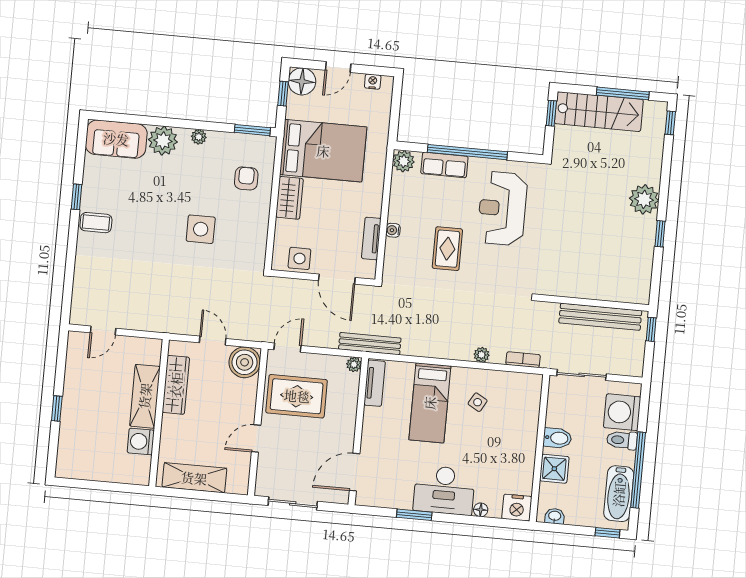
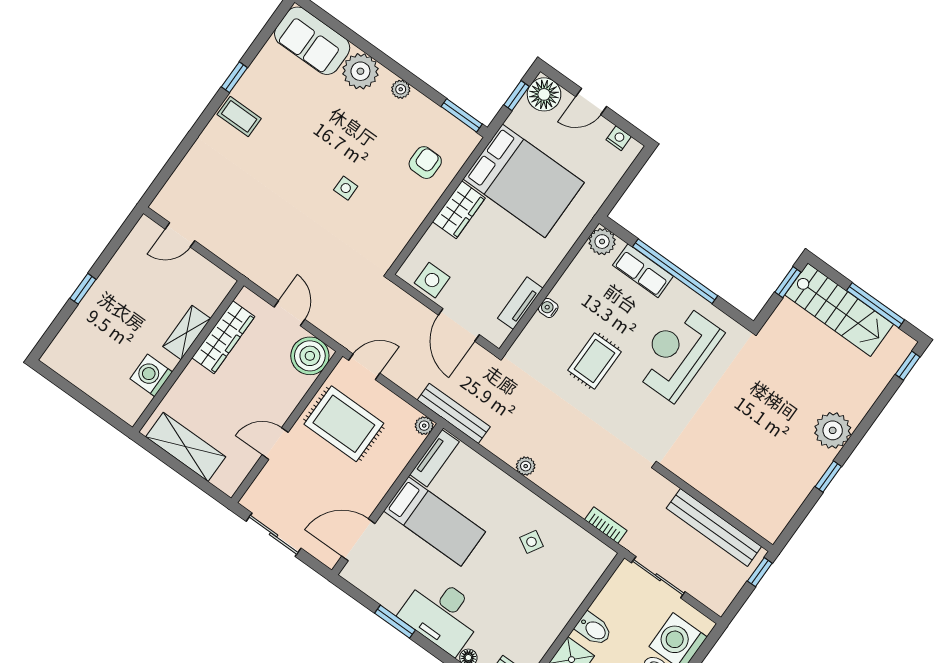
side table: (201, 229) -> (346, 188), width x0.54, depth x0.54
plant: (482, 355) -> (526, 466), moved
shelving: (145, 396) -> (187, 333), width x0.67, depth x0.75
bed: (430, 403) -> (435, 521), moved, turned -90

